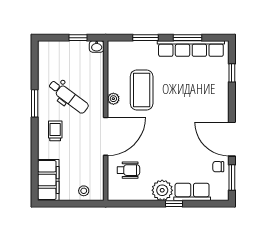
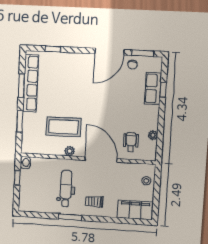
dental chair: (68, 97) -> (66, 189), turned -37
plant: (162, 190) -> (153, 135), moved, width x0.53, depth x0.53
window: (174, 204) -> (163, 90), moved

